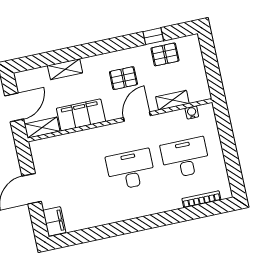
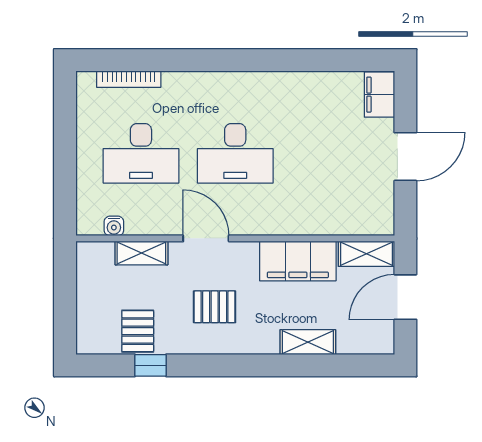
pallet: (165, 54) -> (138, 331), turned 90
door: (137, 117) -> (206, 238), swing flipped

